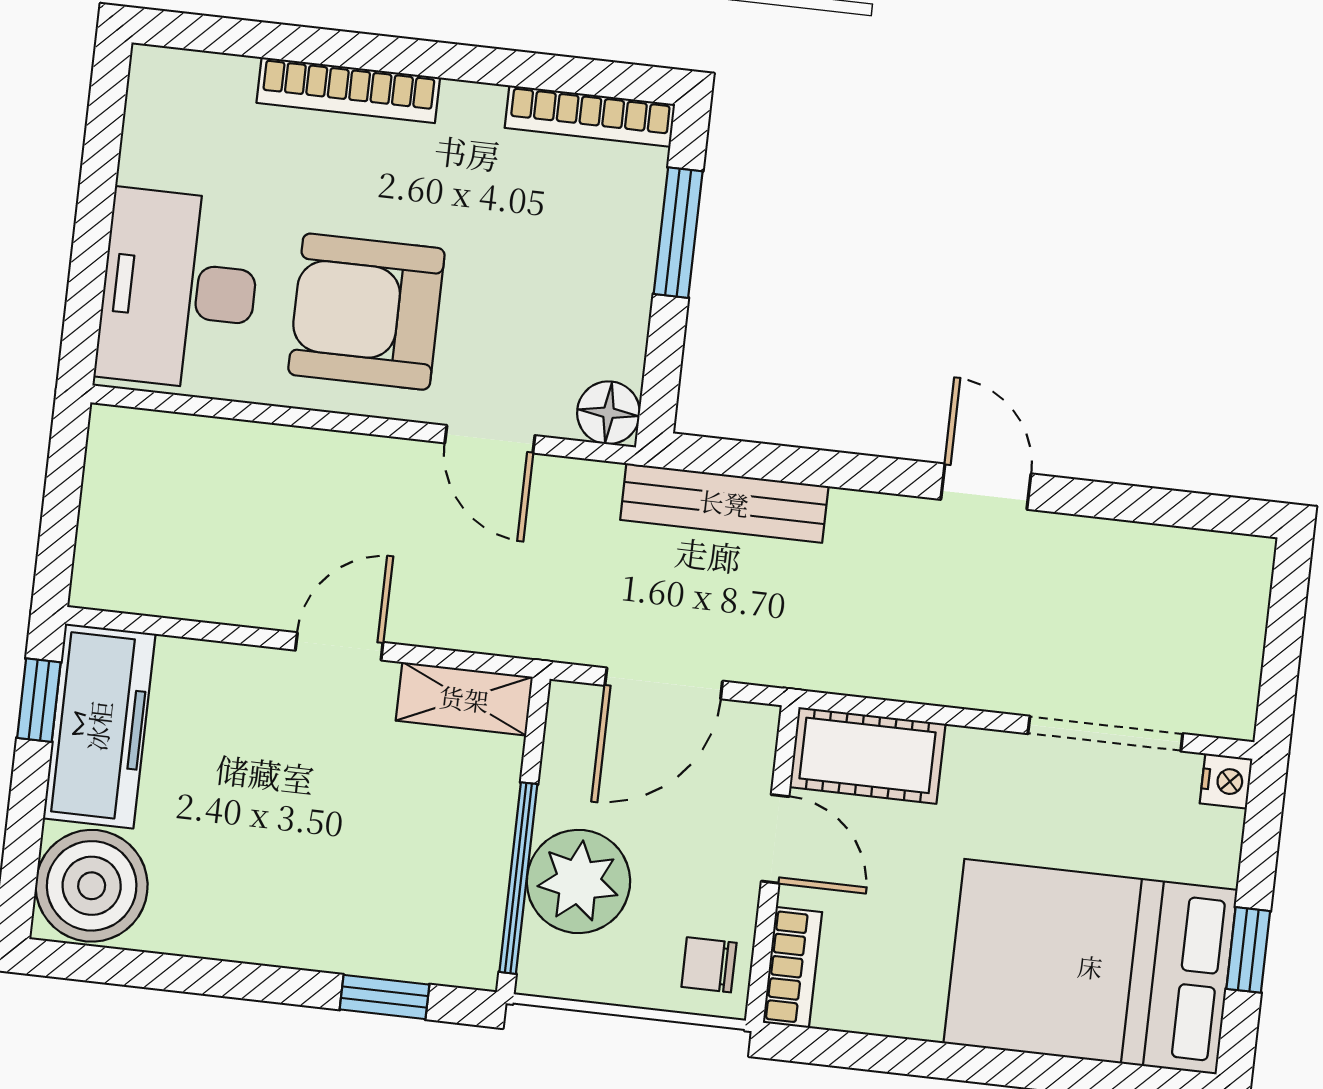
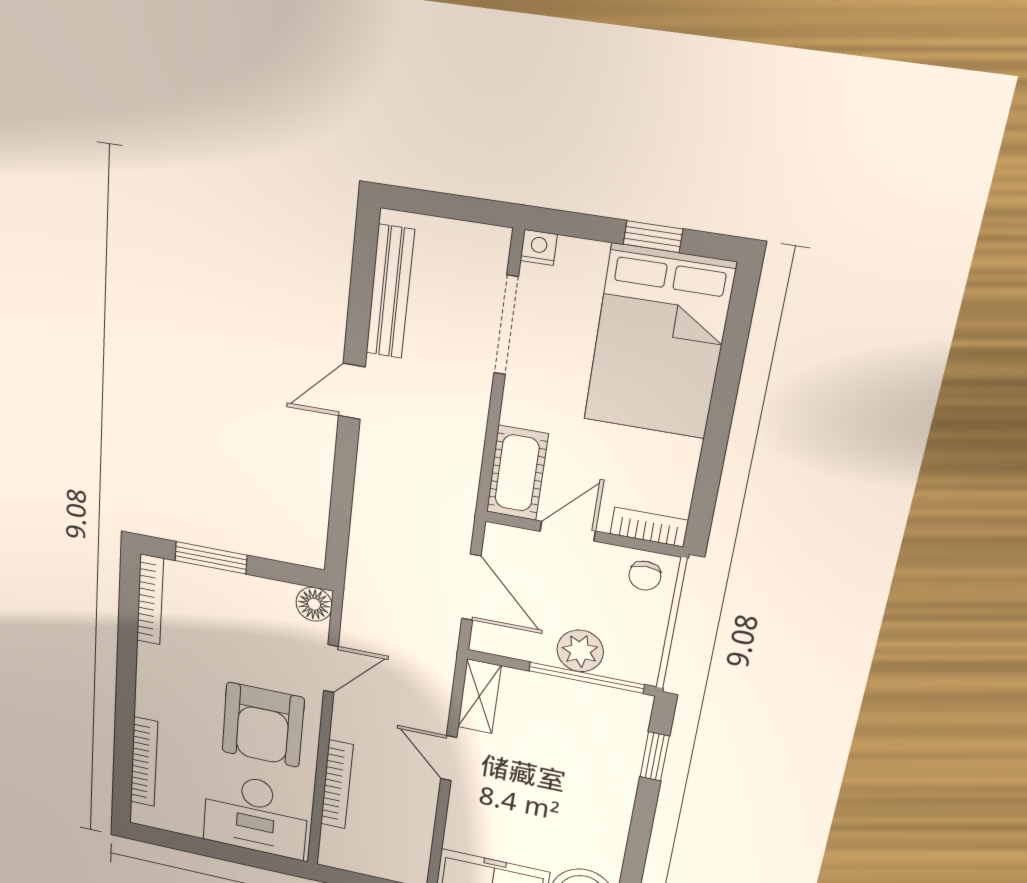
bookcase: (348, 90) -> (144, 762), moved
bookcase: (262, 444) -> (337, 784), added
bench: (724, 503) -> (390, 292), moved
plant: (578, 881) -> (580, 651), width x0.73, depth x0.73

